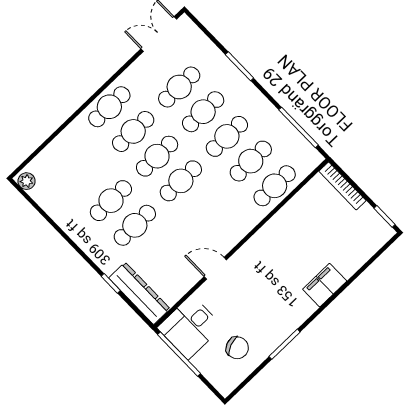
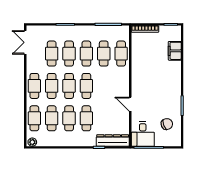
cafe table: (63, 151) -> (34, 118), added
cafe table: (87, 176) -> (52, 118), added
door: (215, 268) -> (130, 104), hinge flipped
filing cabinet: (325, 285) -> (175, 51), moved

